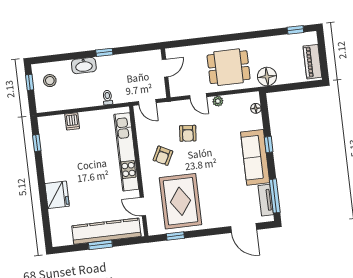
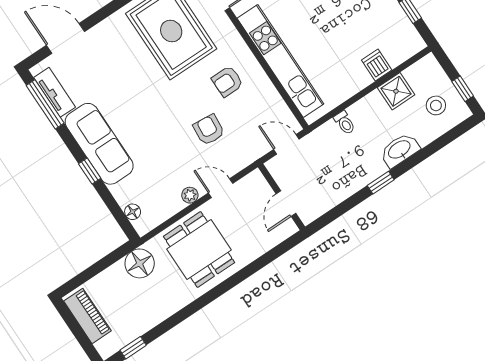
dining table: (229, 67) -> (199, 249), turned 90
shower: (69, 101) -> (396, 91), added
armchair: (163, 156) -> (227, 81), turned -117

